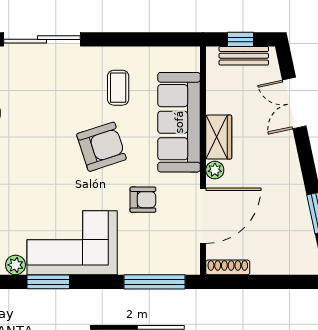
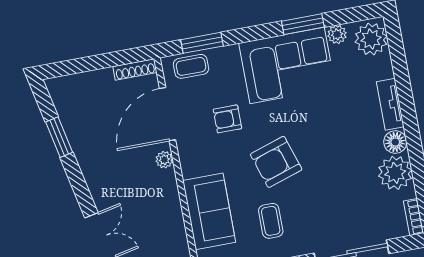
sofa: (179, 122) -> (209, 211), width x0.73
wardrobe: (219, 137) -> (166, 192), removed
coffee table: (170, 260) -> (191, 66), added
window: (154, 282) -> (202, 43), width x0.69

